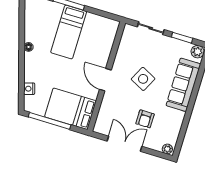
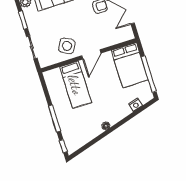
bed: (69, 32) -> (75, 85), moved, turned 90
side table: (143, 79) -> (67, 46), moved

